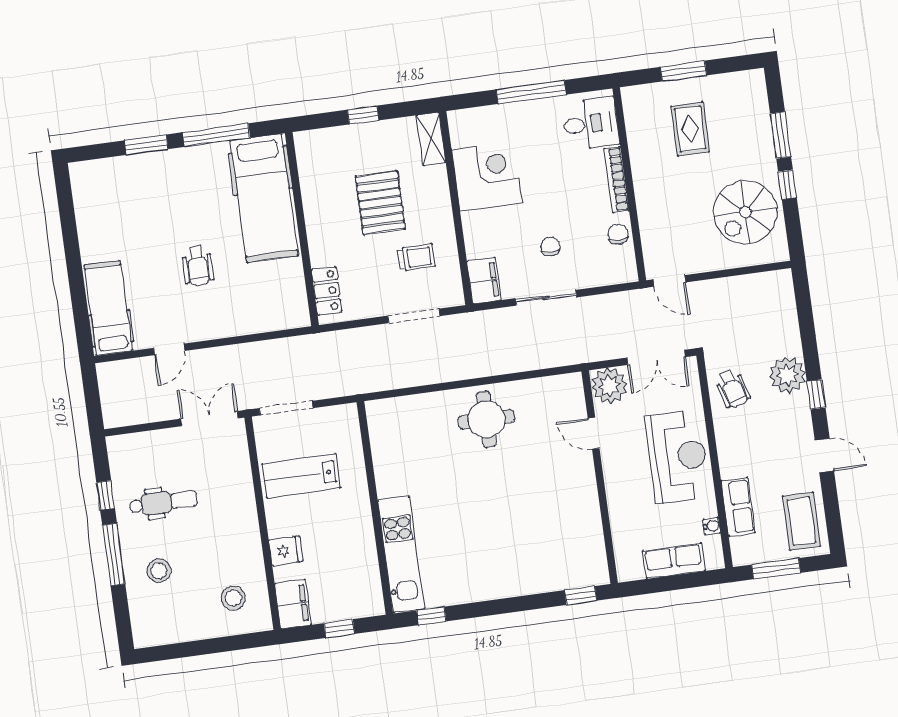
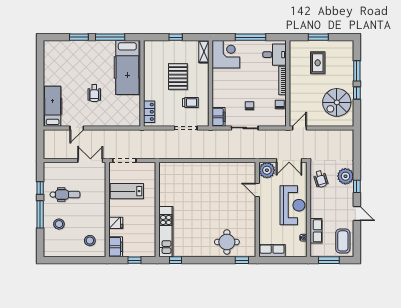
corner desk: (487, 176) -> (226, 54), moved
door: (669, 281) -> (299, 128), swing flipped
round table: (486, 419) -> (227, 242), moved
row of seats: (674, 561) -> (272, 251), moved

